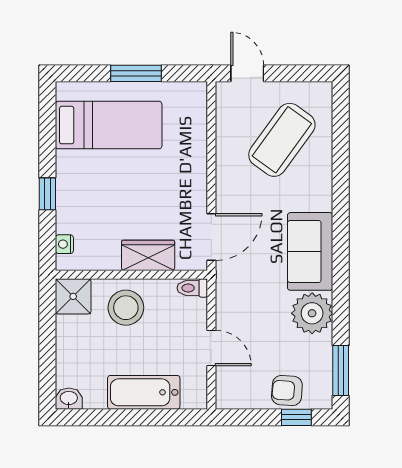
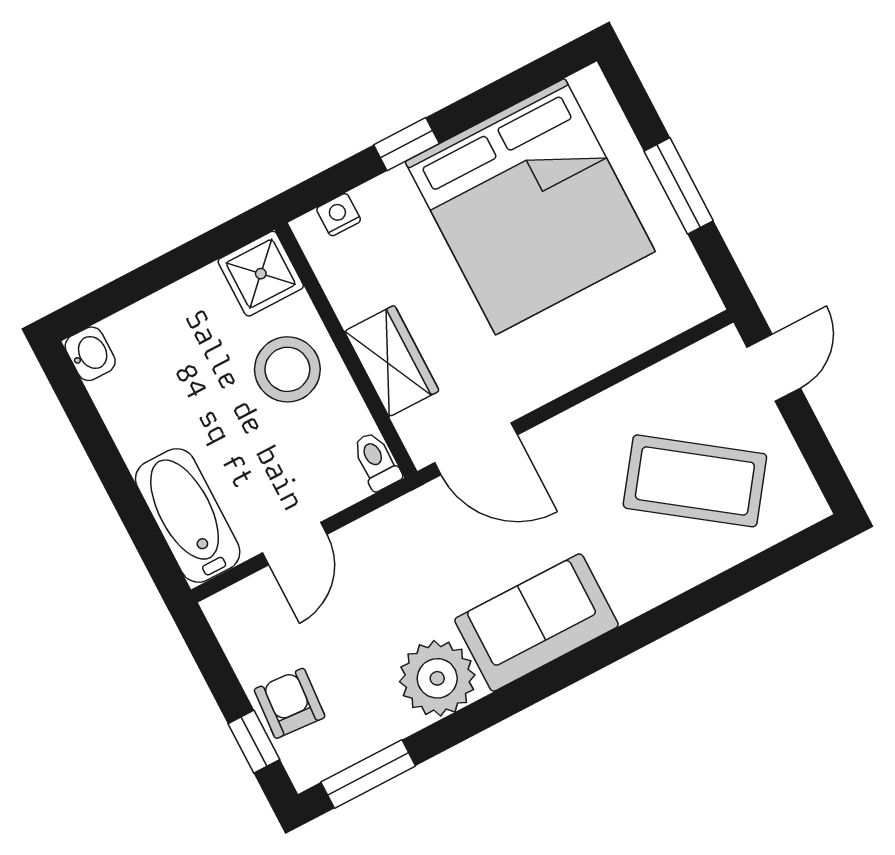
bed: (109, 125) -> (530, 207), width x2.04
bathtub: (144, 392) -> (188, 515), moved

